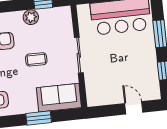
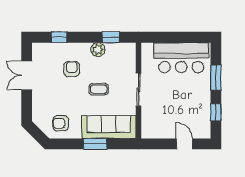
sofa: (59, 98) -> (109, 127), width x1.36

